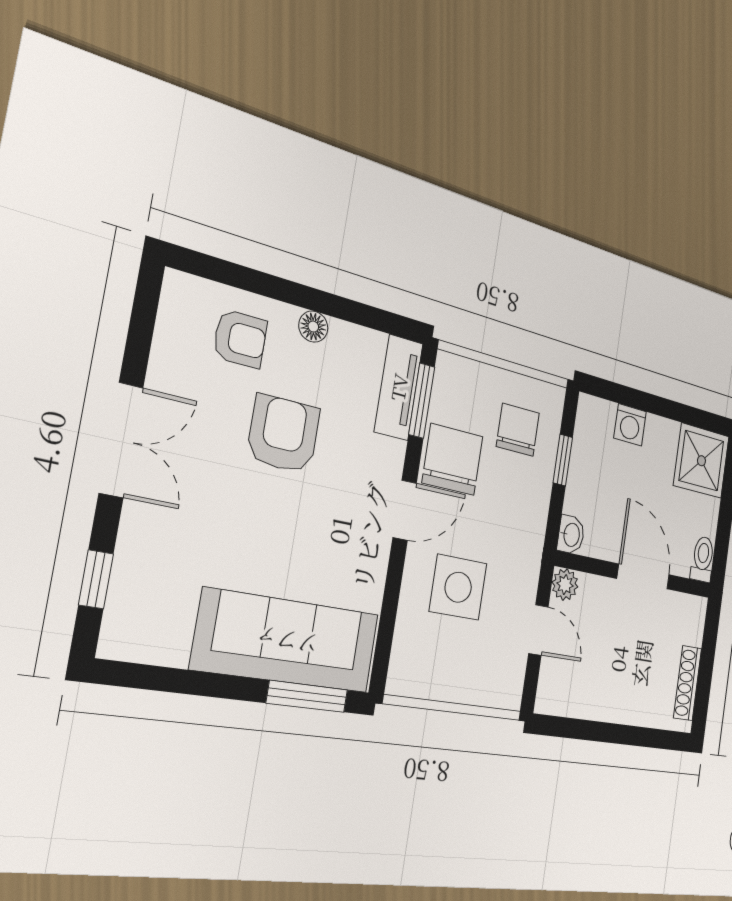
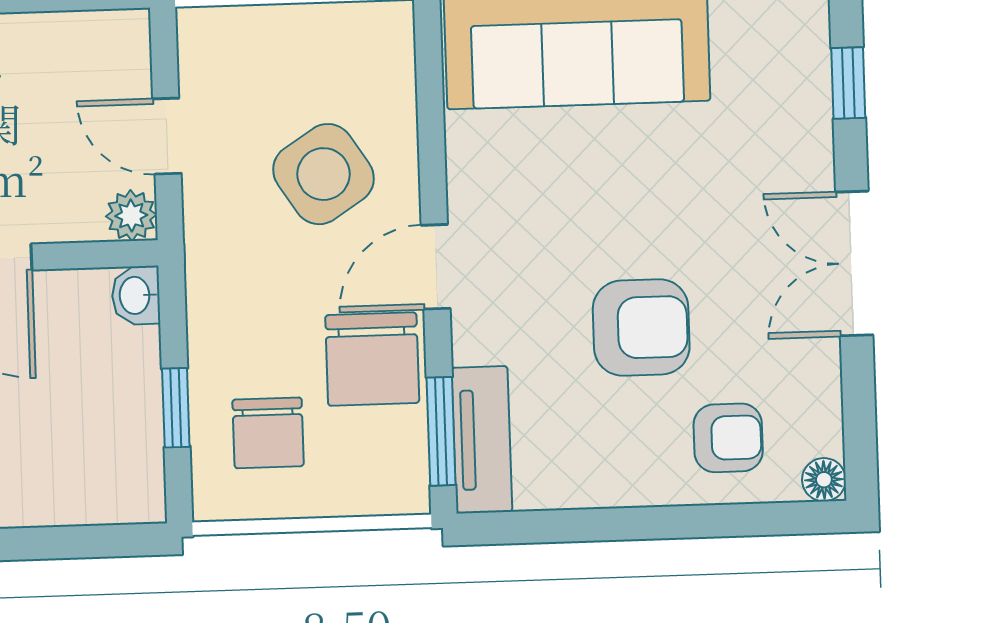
floor lamp: (313, 327) -> (824, 480), moved
armchair: (240, 339) -> (728, 438), turned 180
washing machine: (630, 425) -> (56, 498), removed
armchair: (283, 434) -> (641, 328), turned -90
side table: (458, 587) -> (323, 174), turned -33

